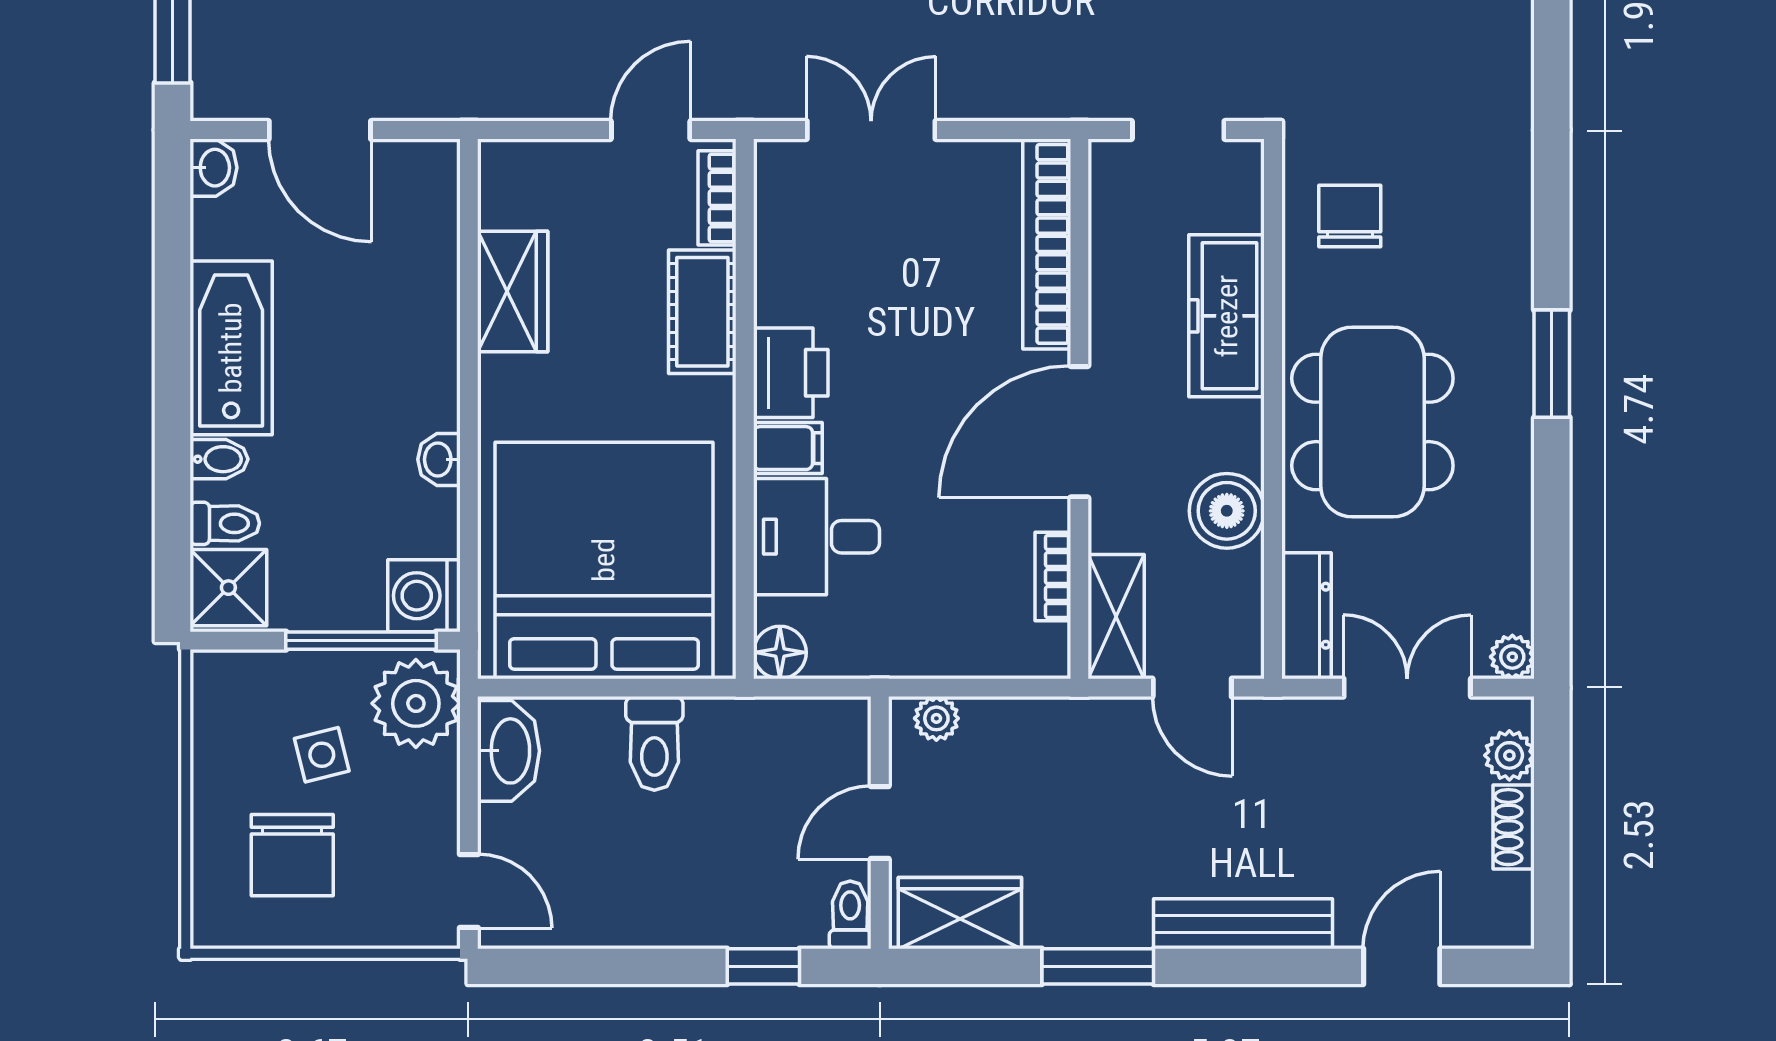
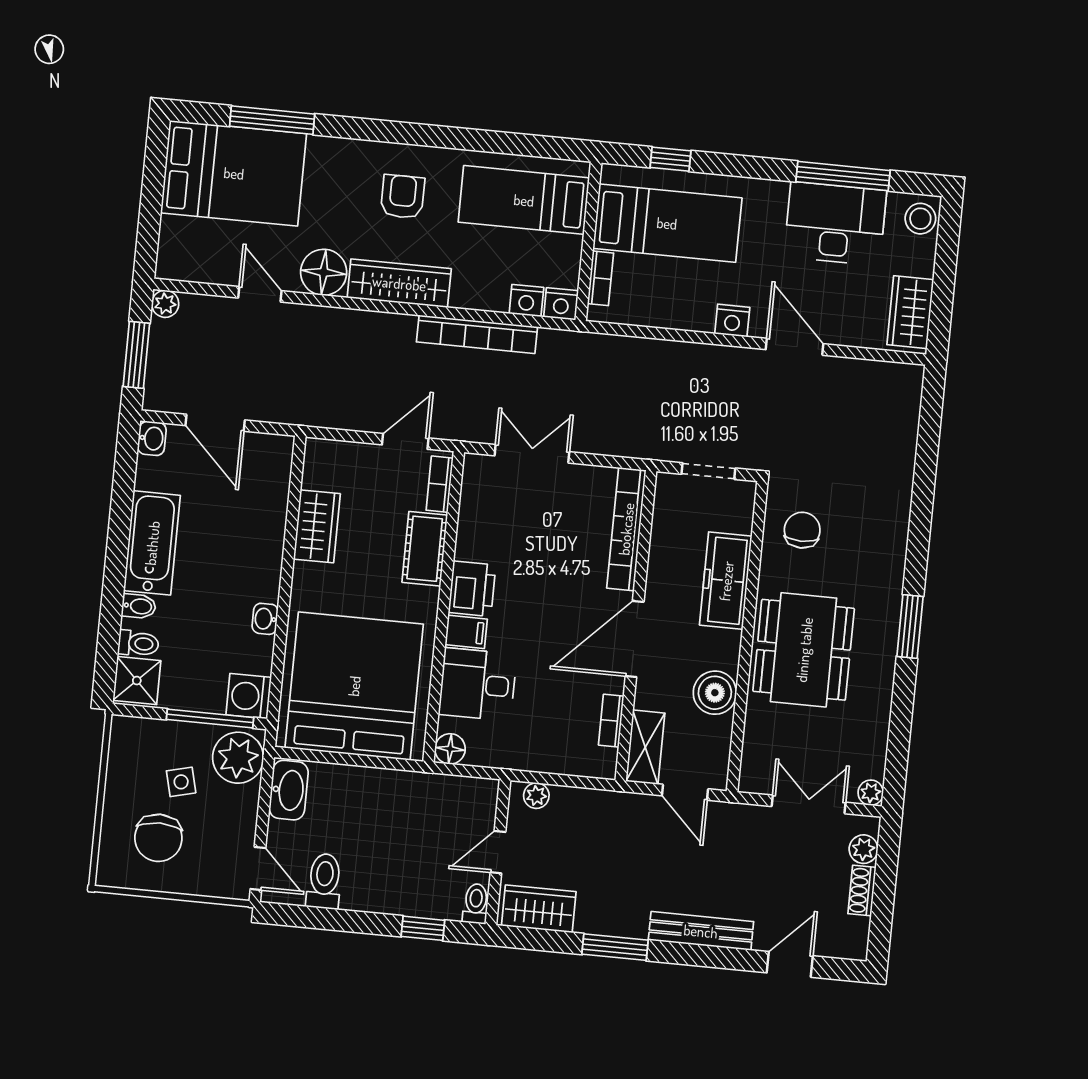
dresser: (1306, 616) -> (755, 757), removed
toilet: (654, 743) -> (324, 881), moved, turned 180

